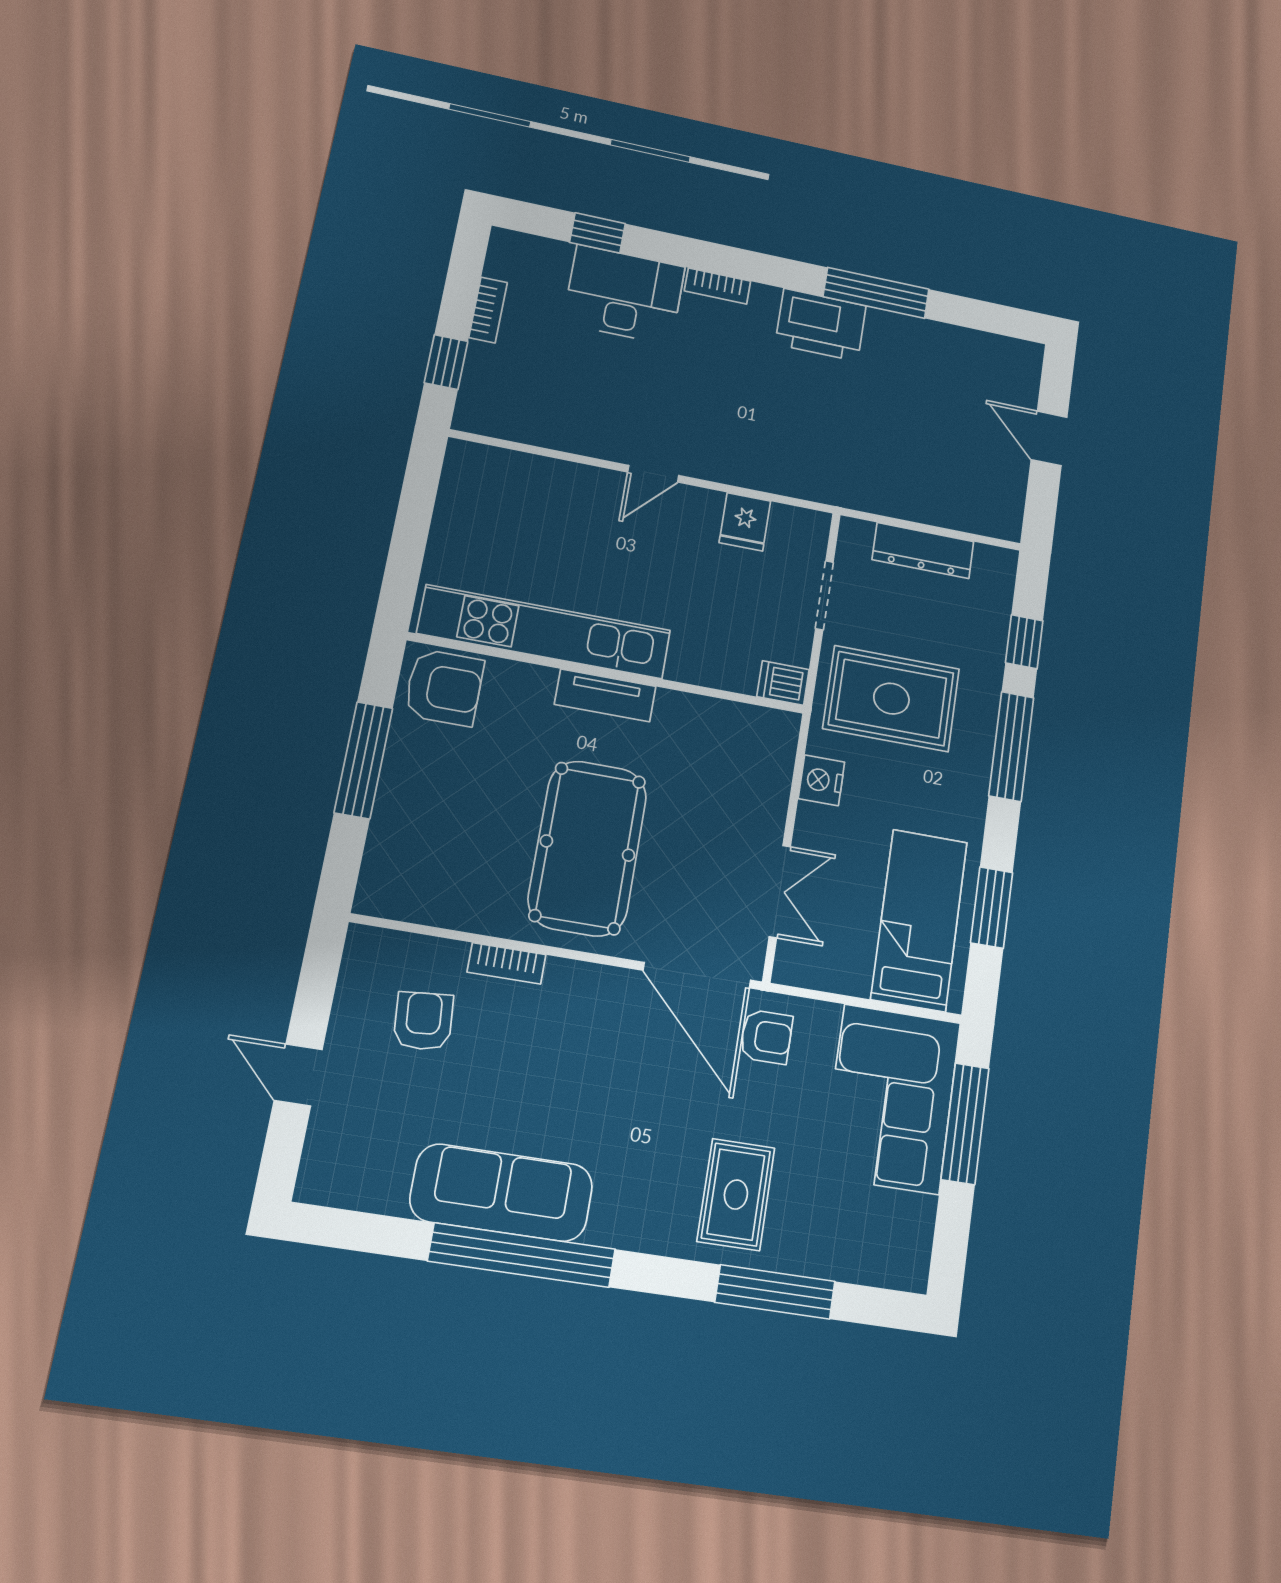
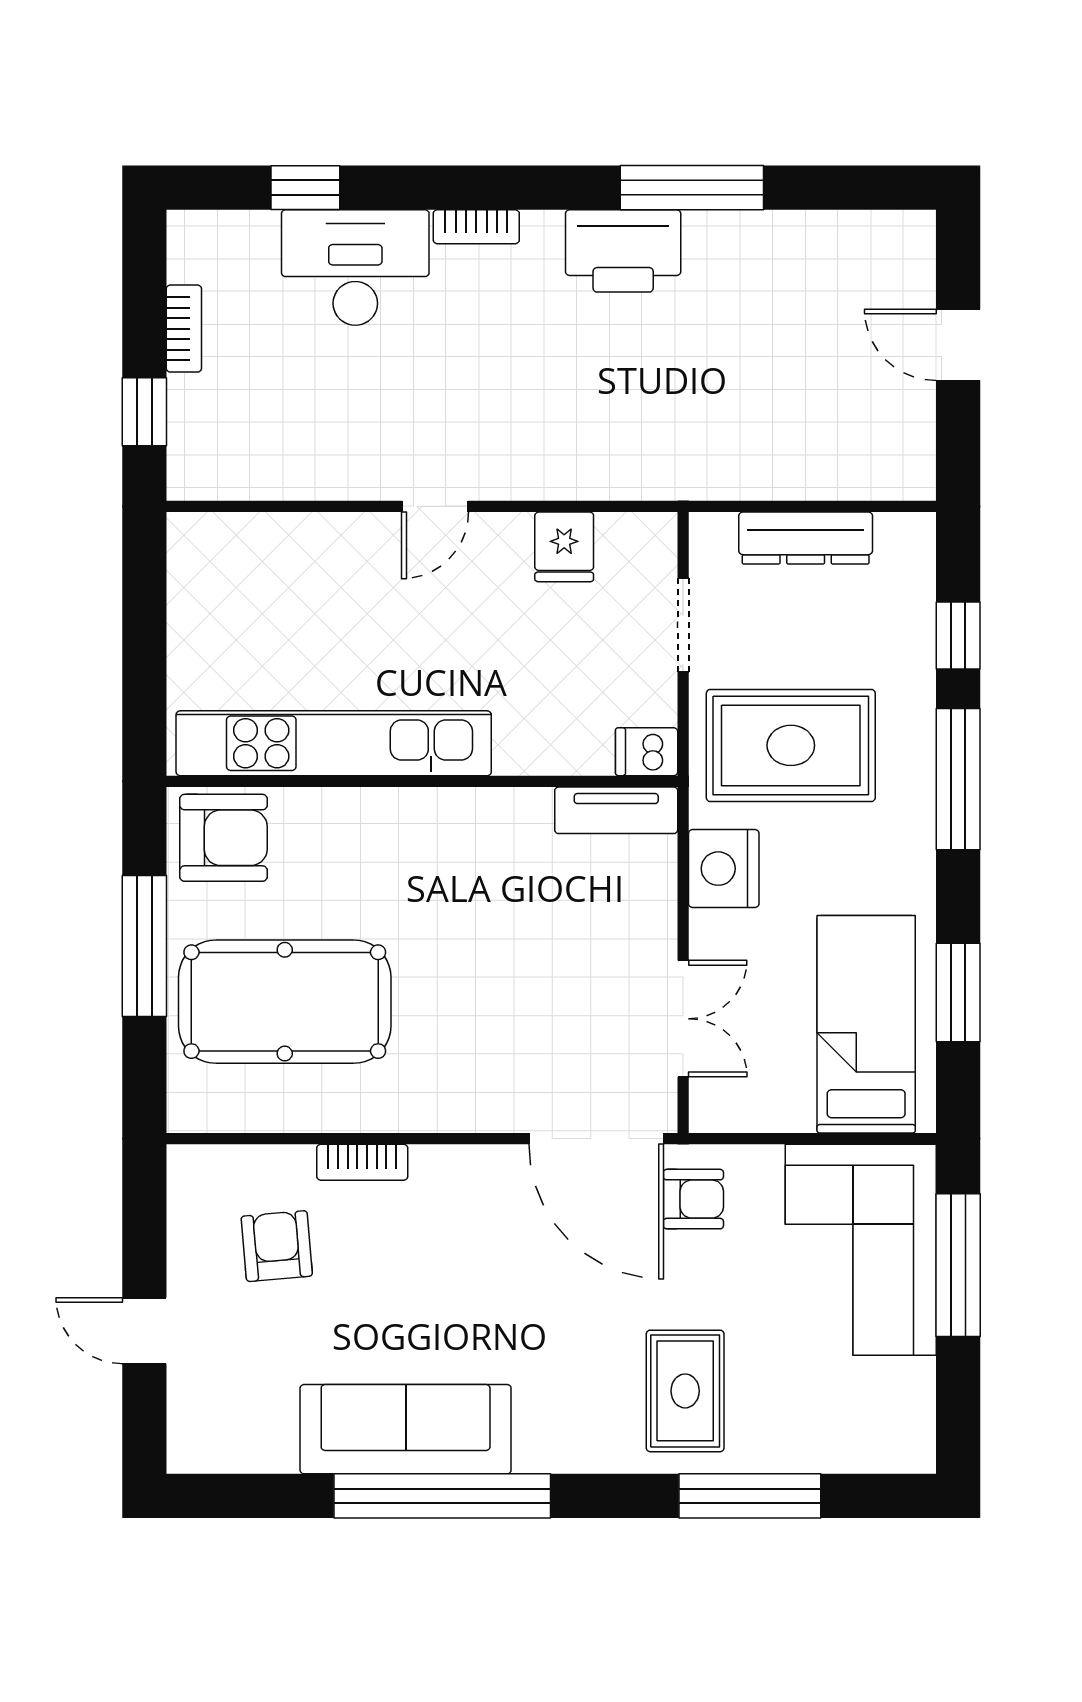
tv unit: (605, 695) -> (616, 810), moved
nightstand: (821, 780) -> (724, 869), width x1.36, depth x1.33
pool table: (588, 848) -> (285, 1002), moved, turned 90

